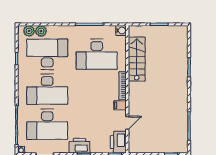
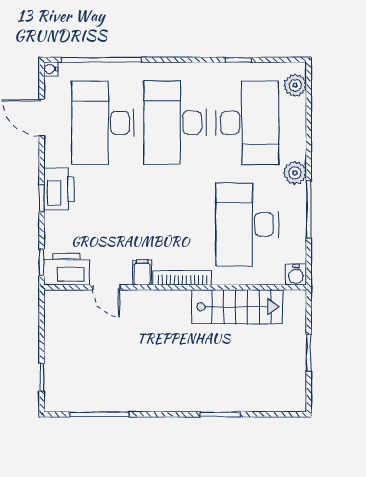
plant: (41, 31) -> (295, 173), moved

